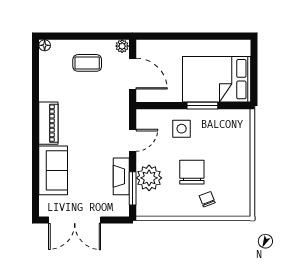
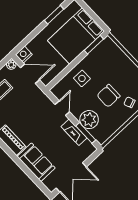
window: (215, 36) -> (54, 15), added
nightstand: (145, 48) -> (24, 55), added
window: (202, 106) -> (94, 45), moved
chair: (192, 172) -> (108, 96), turned -90

